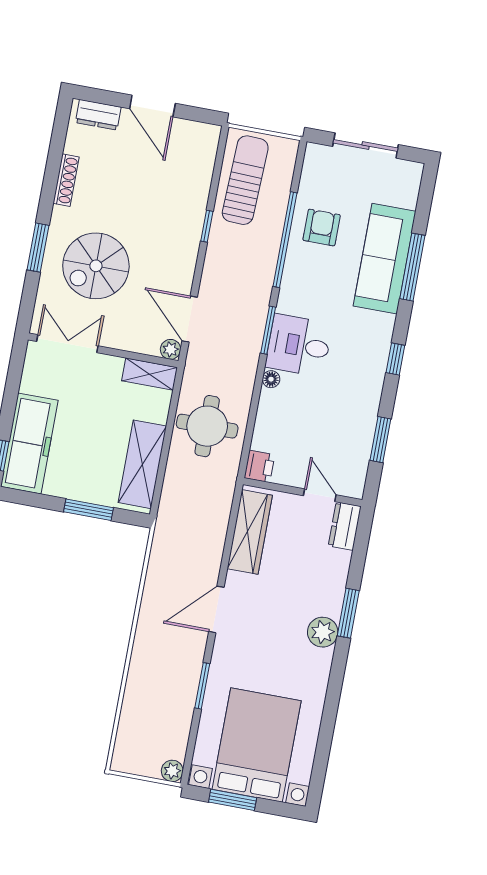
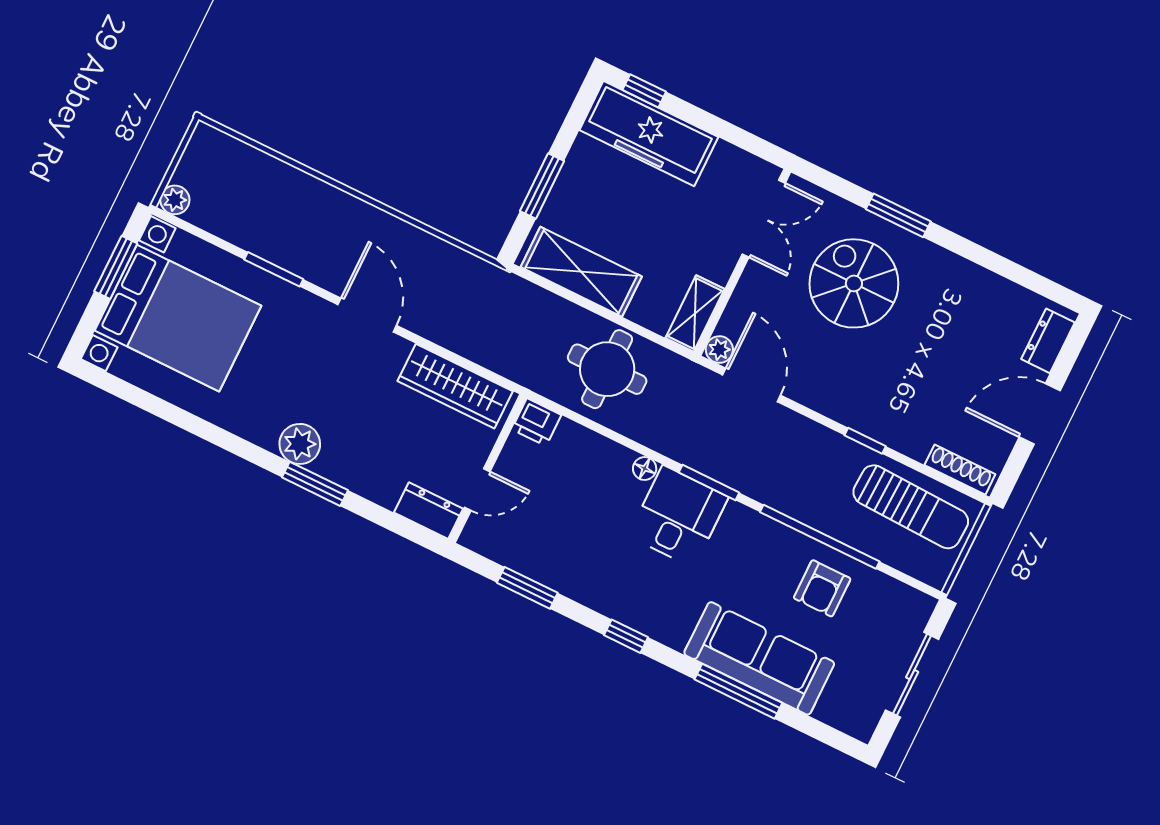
shoe rack: (66, 180) -> (960, 470), moved, turned 180
armchair: (322, 228) -> (822, 588), turned 90
door: (190, 319) -> (752, 385), hinge flipped

